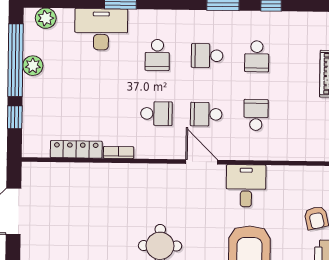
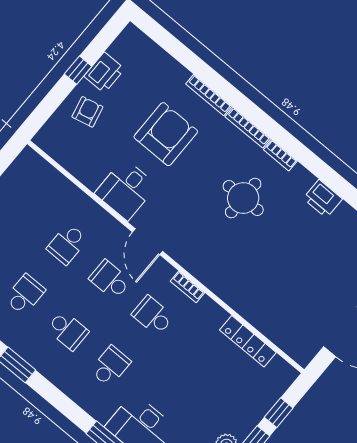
school desk: (206, 114) -> (110, 280), turned 180
bookcase: (119, 153) -> (187, 287), moved

